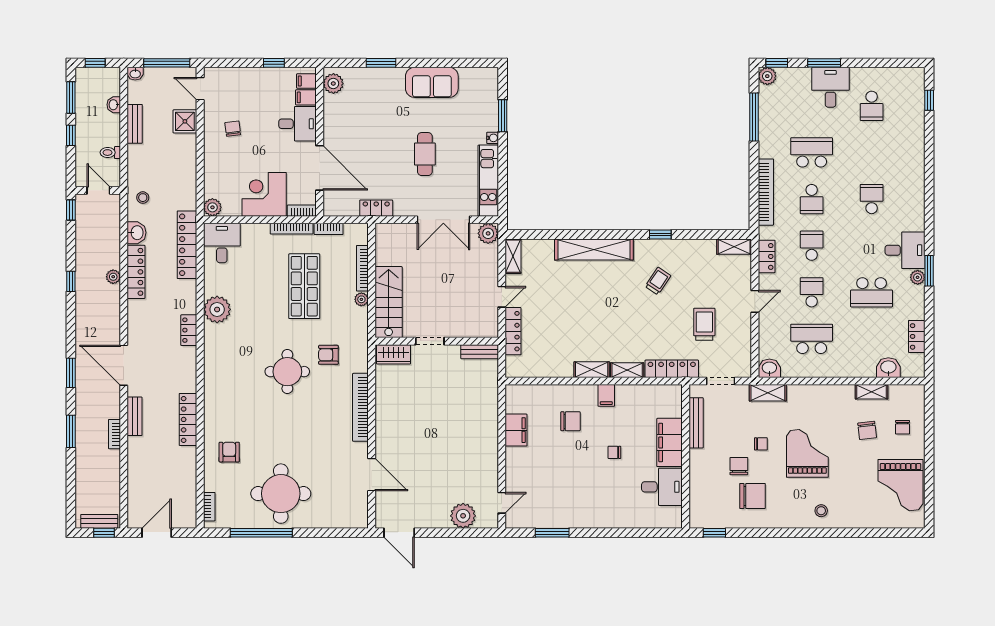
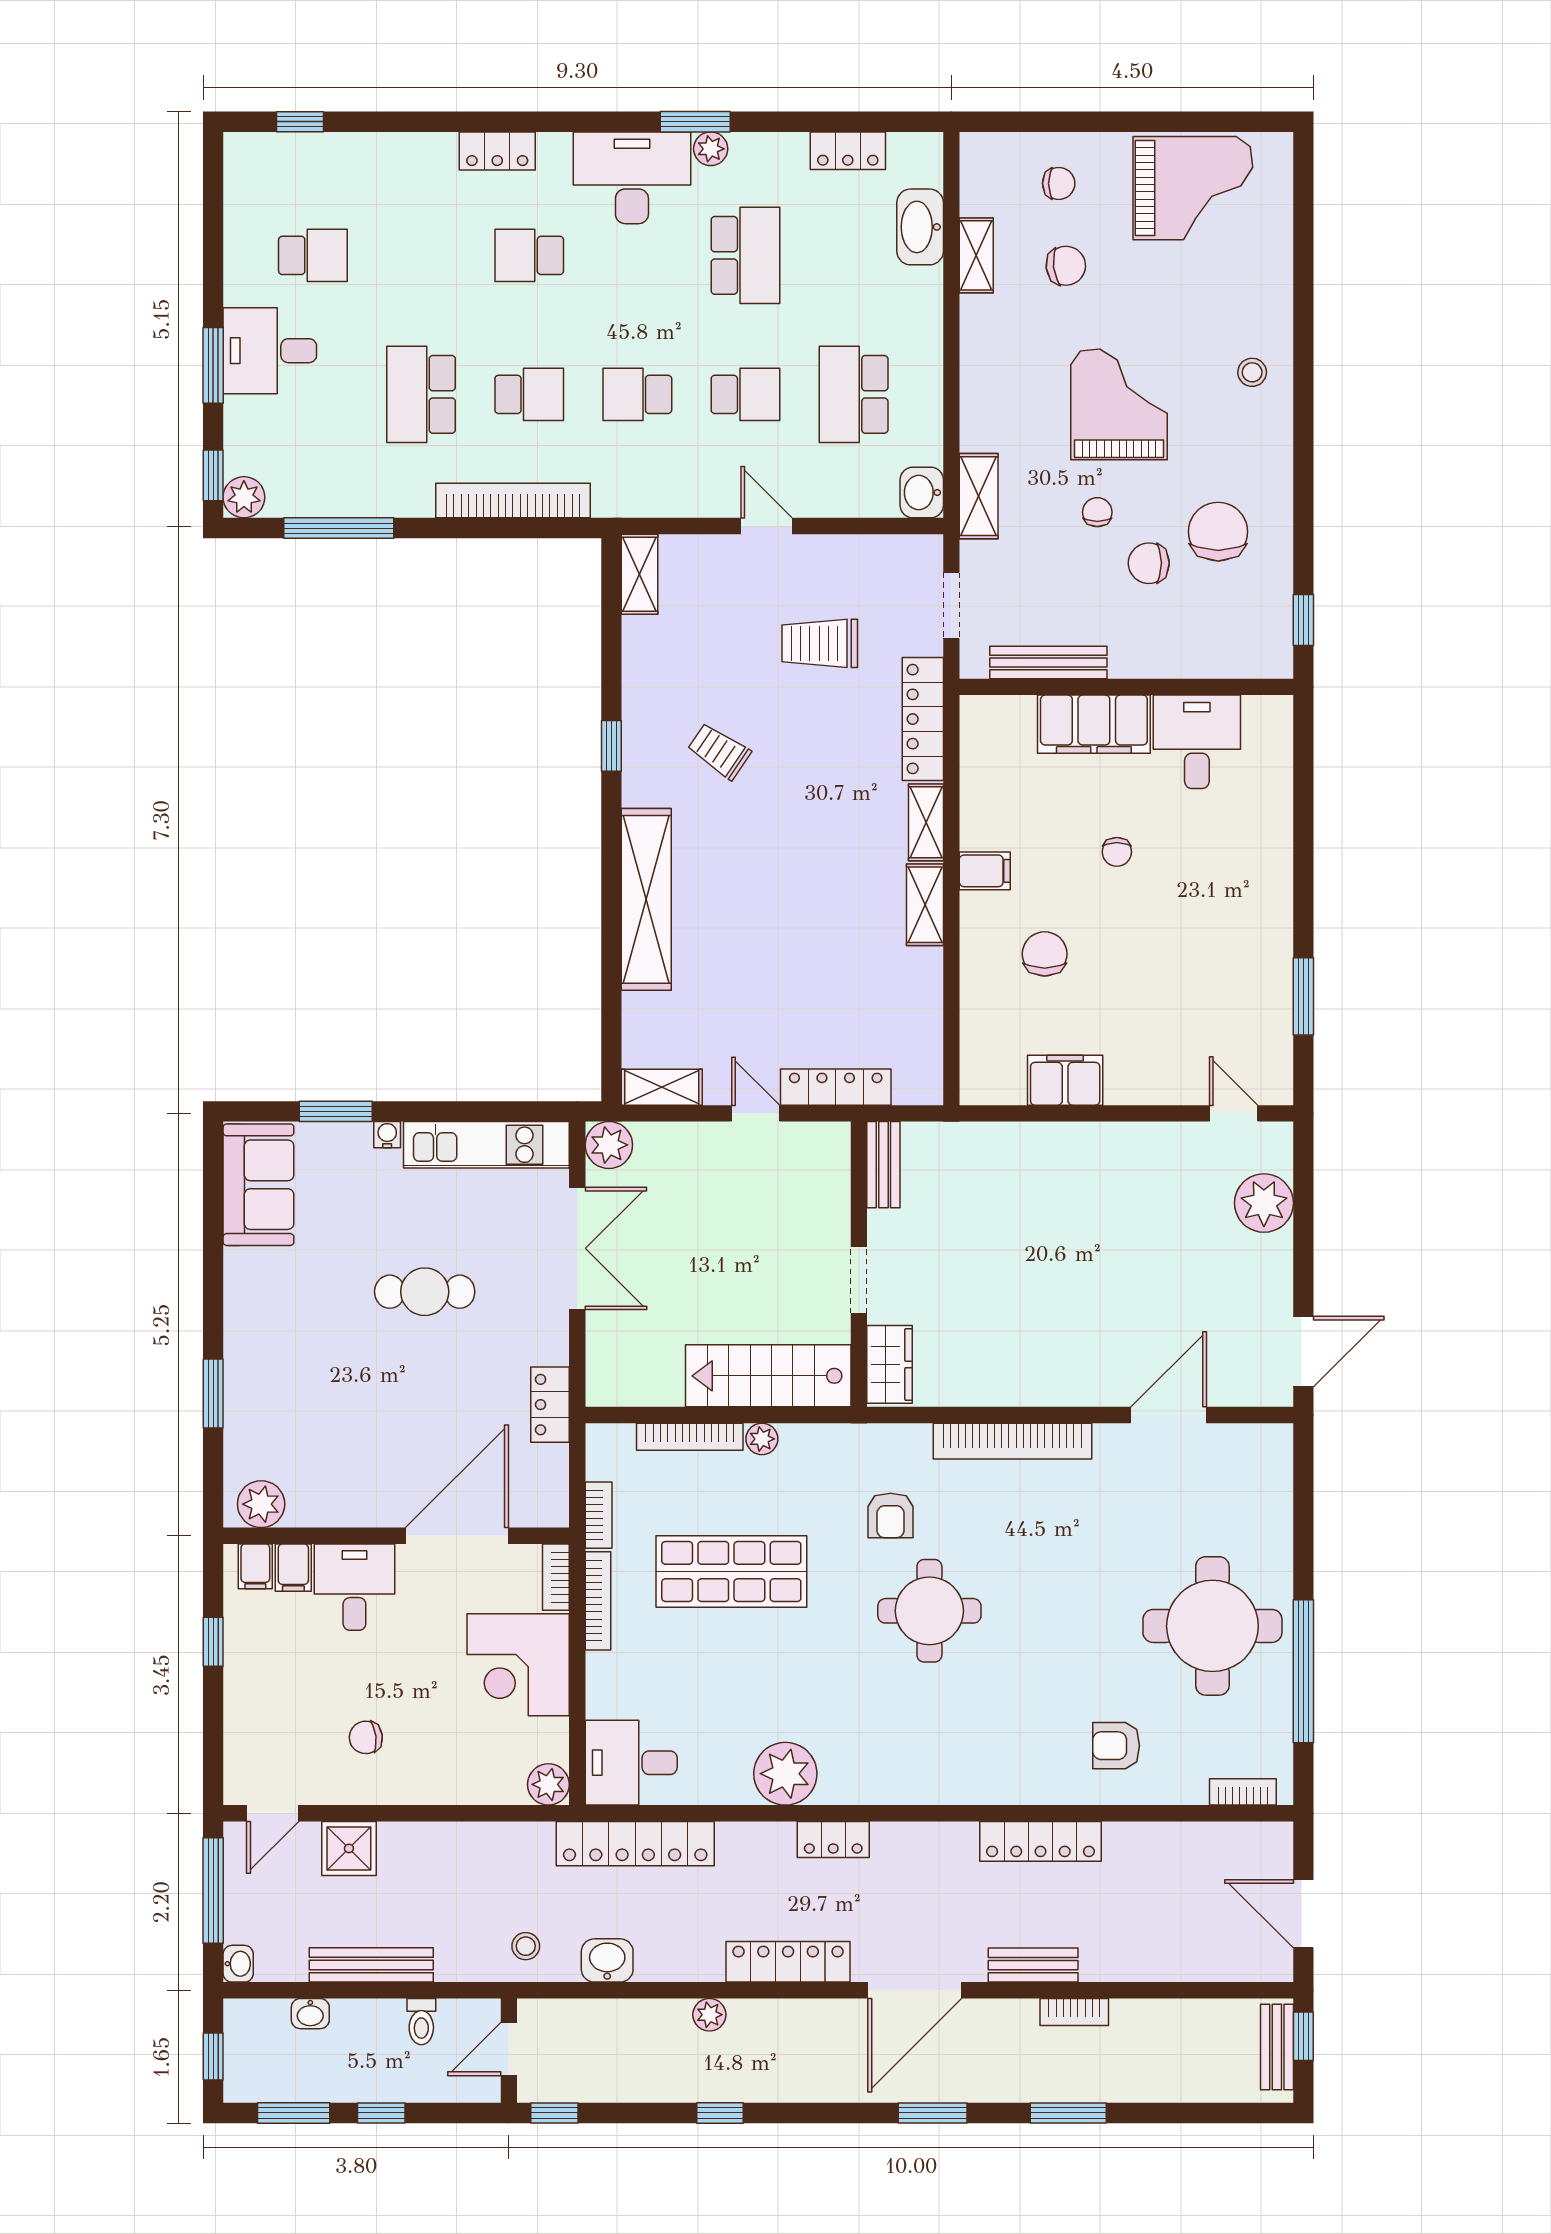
sofa: (432, 82) -> (258, 1185), moved
bench: (135, 124) -> (371, 1965), width x1.36
desk: (905, 250) -> (632, 178), width x1.37
locker: (767, 256) -> (497, 151), moved, turned 180
locker: (136, 272) -> (788, 1962), moved
school desk: (812, 292) -> (745, 394), turned 180
washbasin: (888, 368) -> (920, 227), width x1.38
grand piano: (807, 453) -> (1119, 404), turned 90

